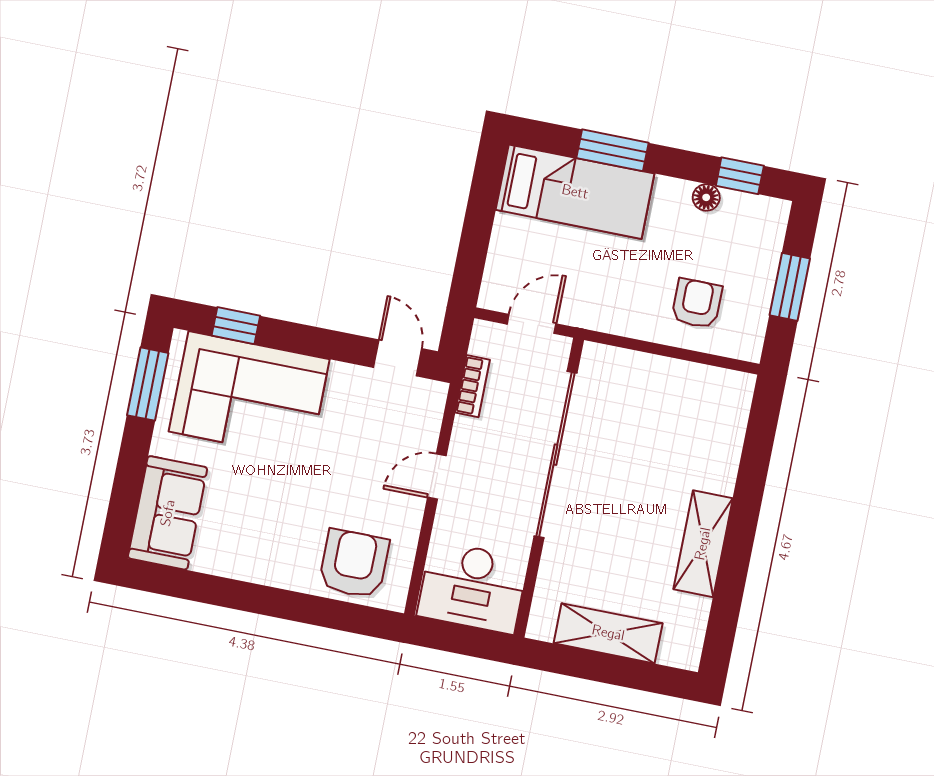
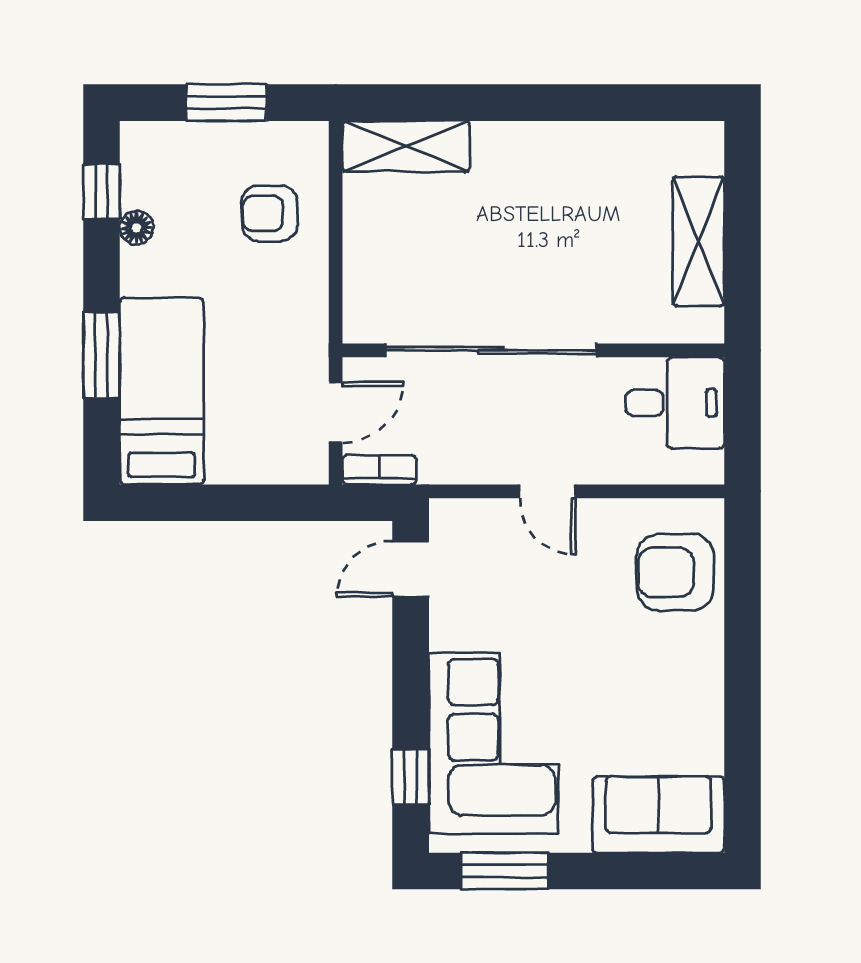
door: (532, 324) -> (336, 412), swing flipped
bookcase: (472, 386) -> (379, 470), moved
shelving: (703, 544) -> (406, 146), moved
desk: (473, 587) -> (675, 403), width x0.73

